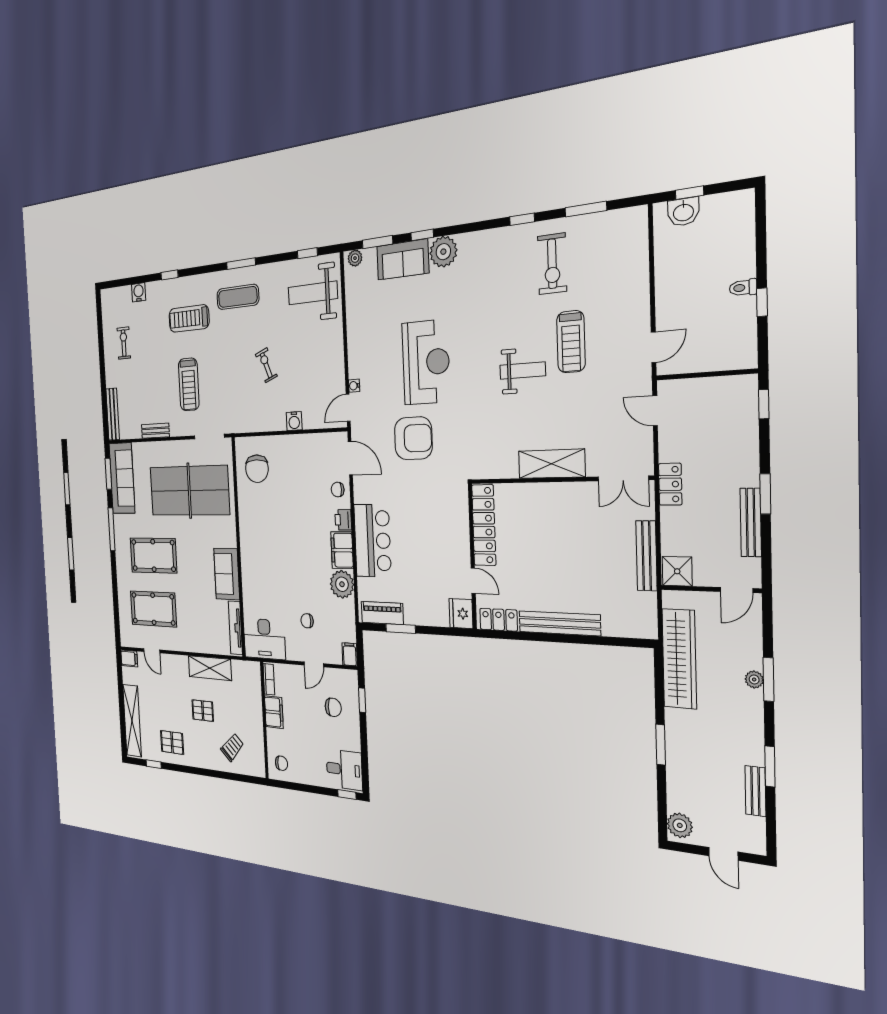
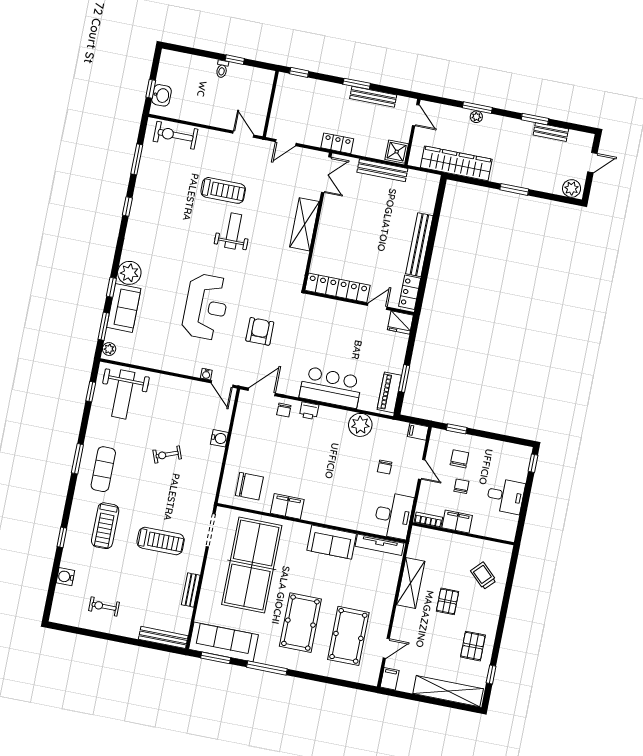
exercise bike: (552, 264) -> (176, 135), moved, turned 180
reception desk: (426, 362) -> (206, 307), turned 90
armchair: (413, 438) -> (260, 331), width x0.73, depth x0.73
filing cabinet: (342, 550) -> (287, 506), moved, turned 180
chair: (281, 763) -> (461, 486), moved
desk: (344, 770) -> (506, 496), moved, turned 90

